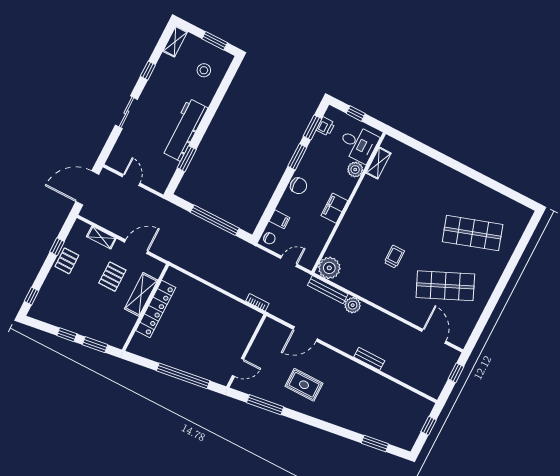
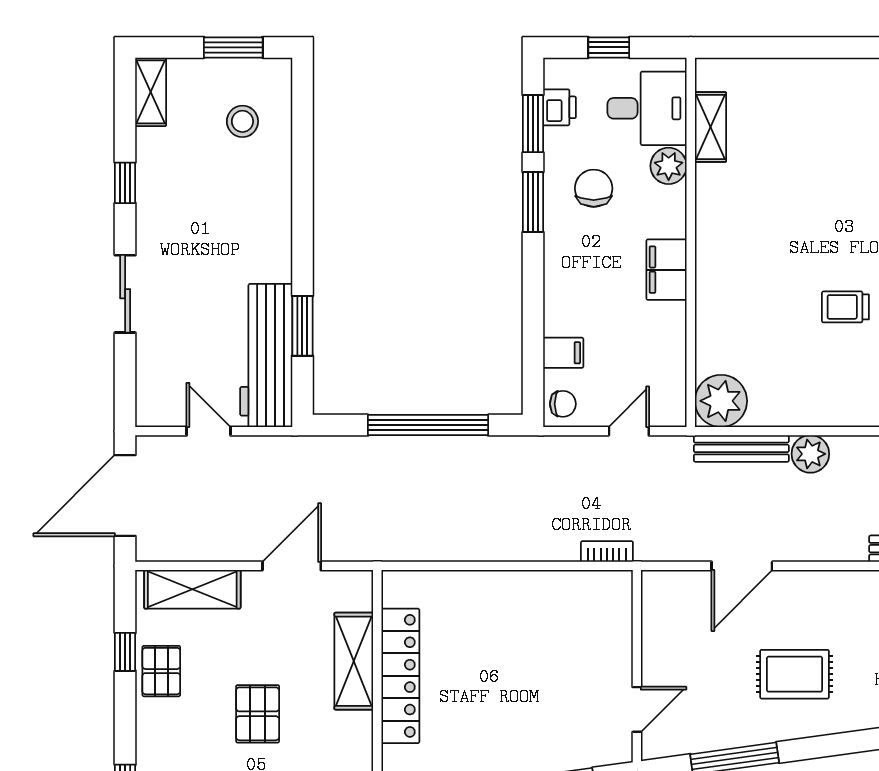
workbench: (184, 130) -> (266, 355), moved
chair: (299, 186) -> (594, 188), moved, turned -90
shelving: (101, 237) -> (192, 589), width x1.50, depth x1.33
trolley: (394, 257) -> (845, 307), turned -90
pallet: (112, 277) -> (258, 714), moved

